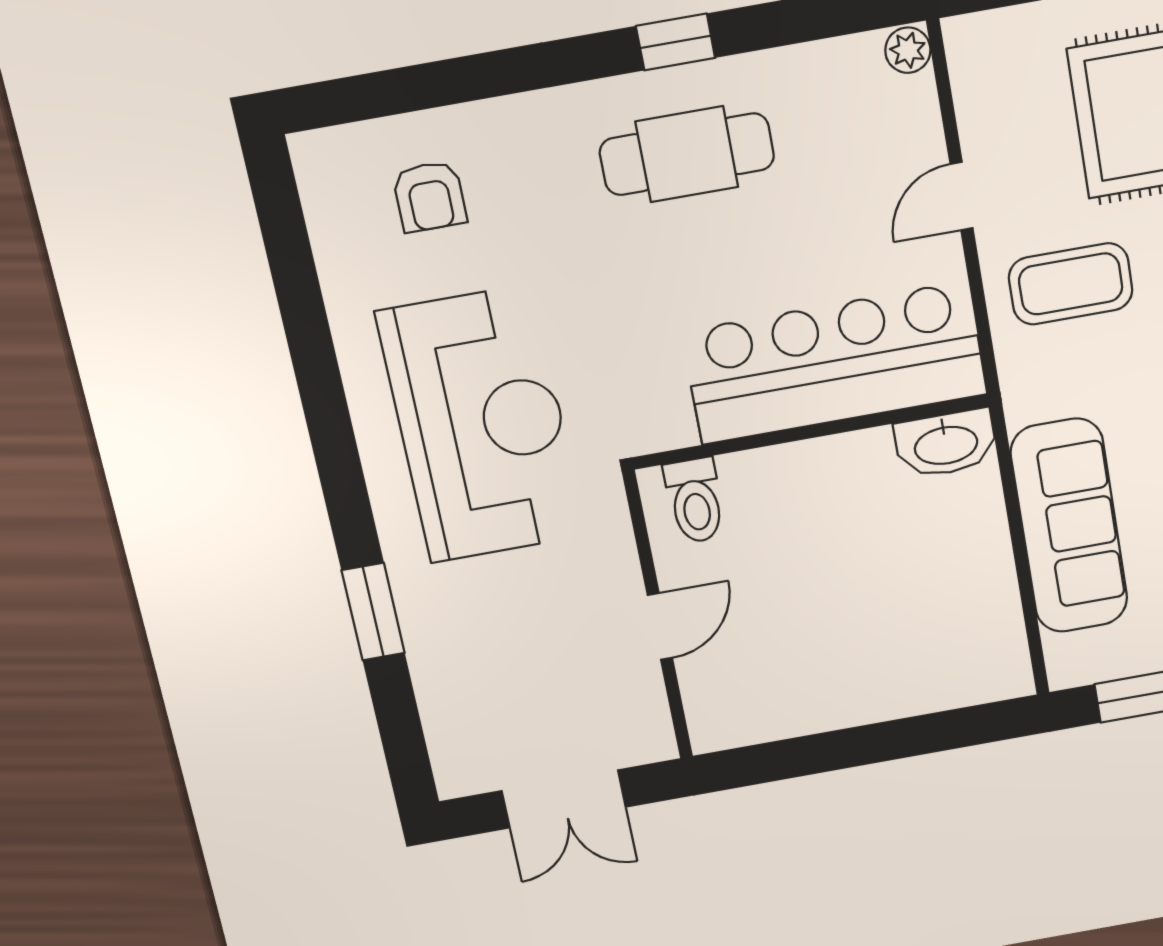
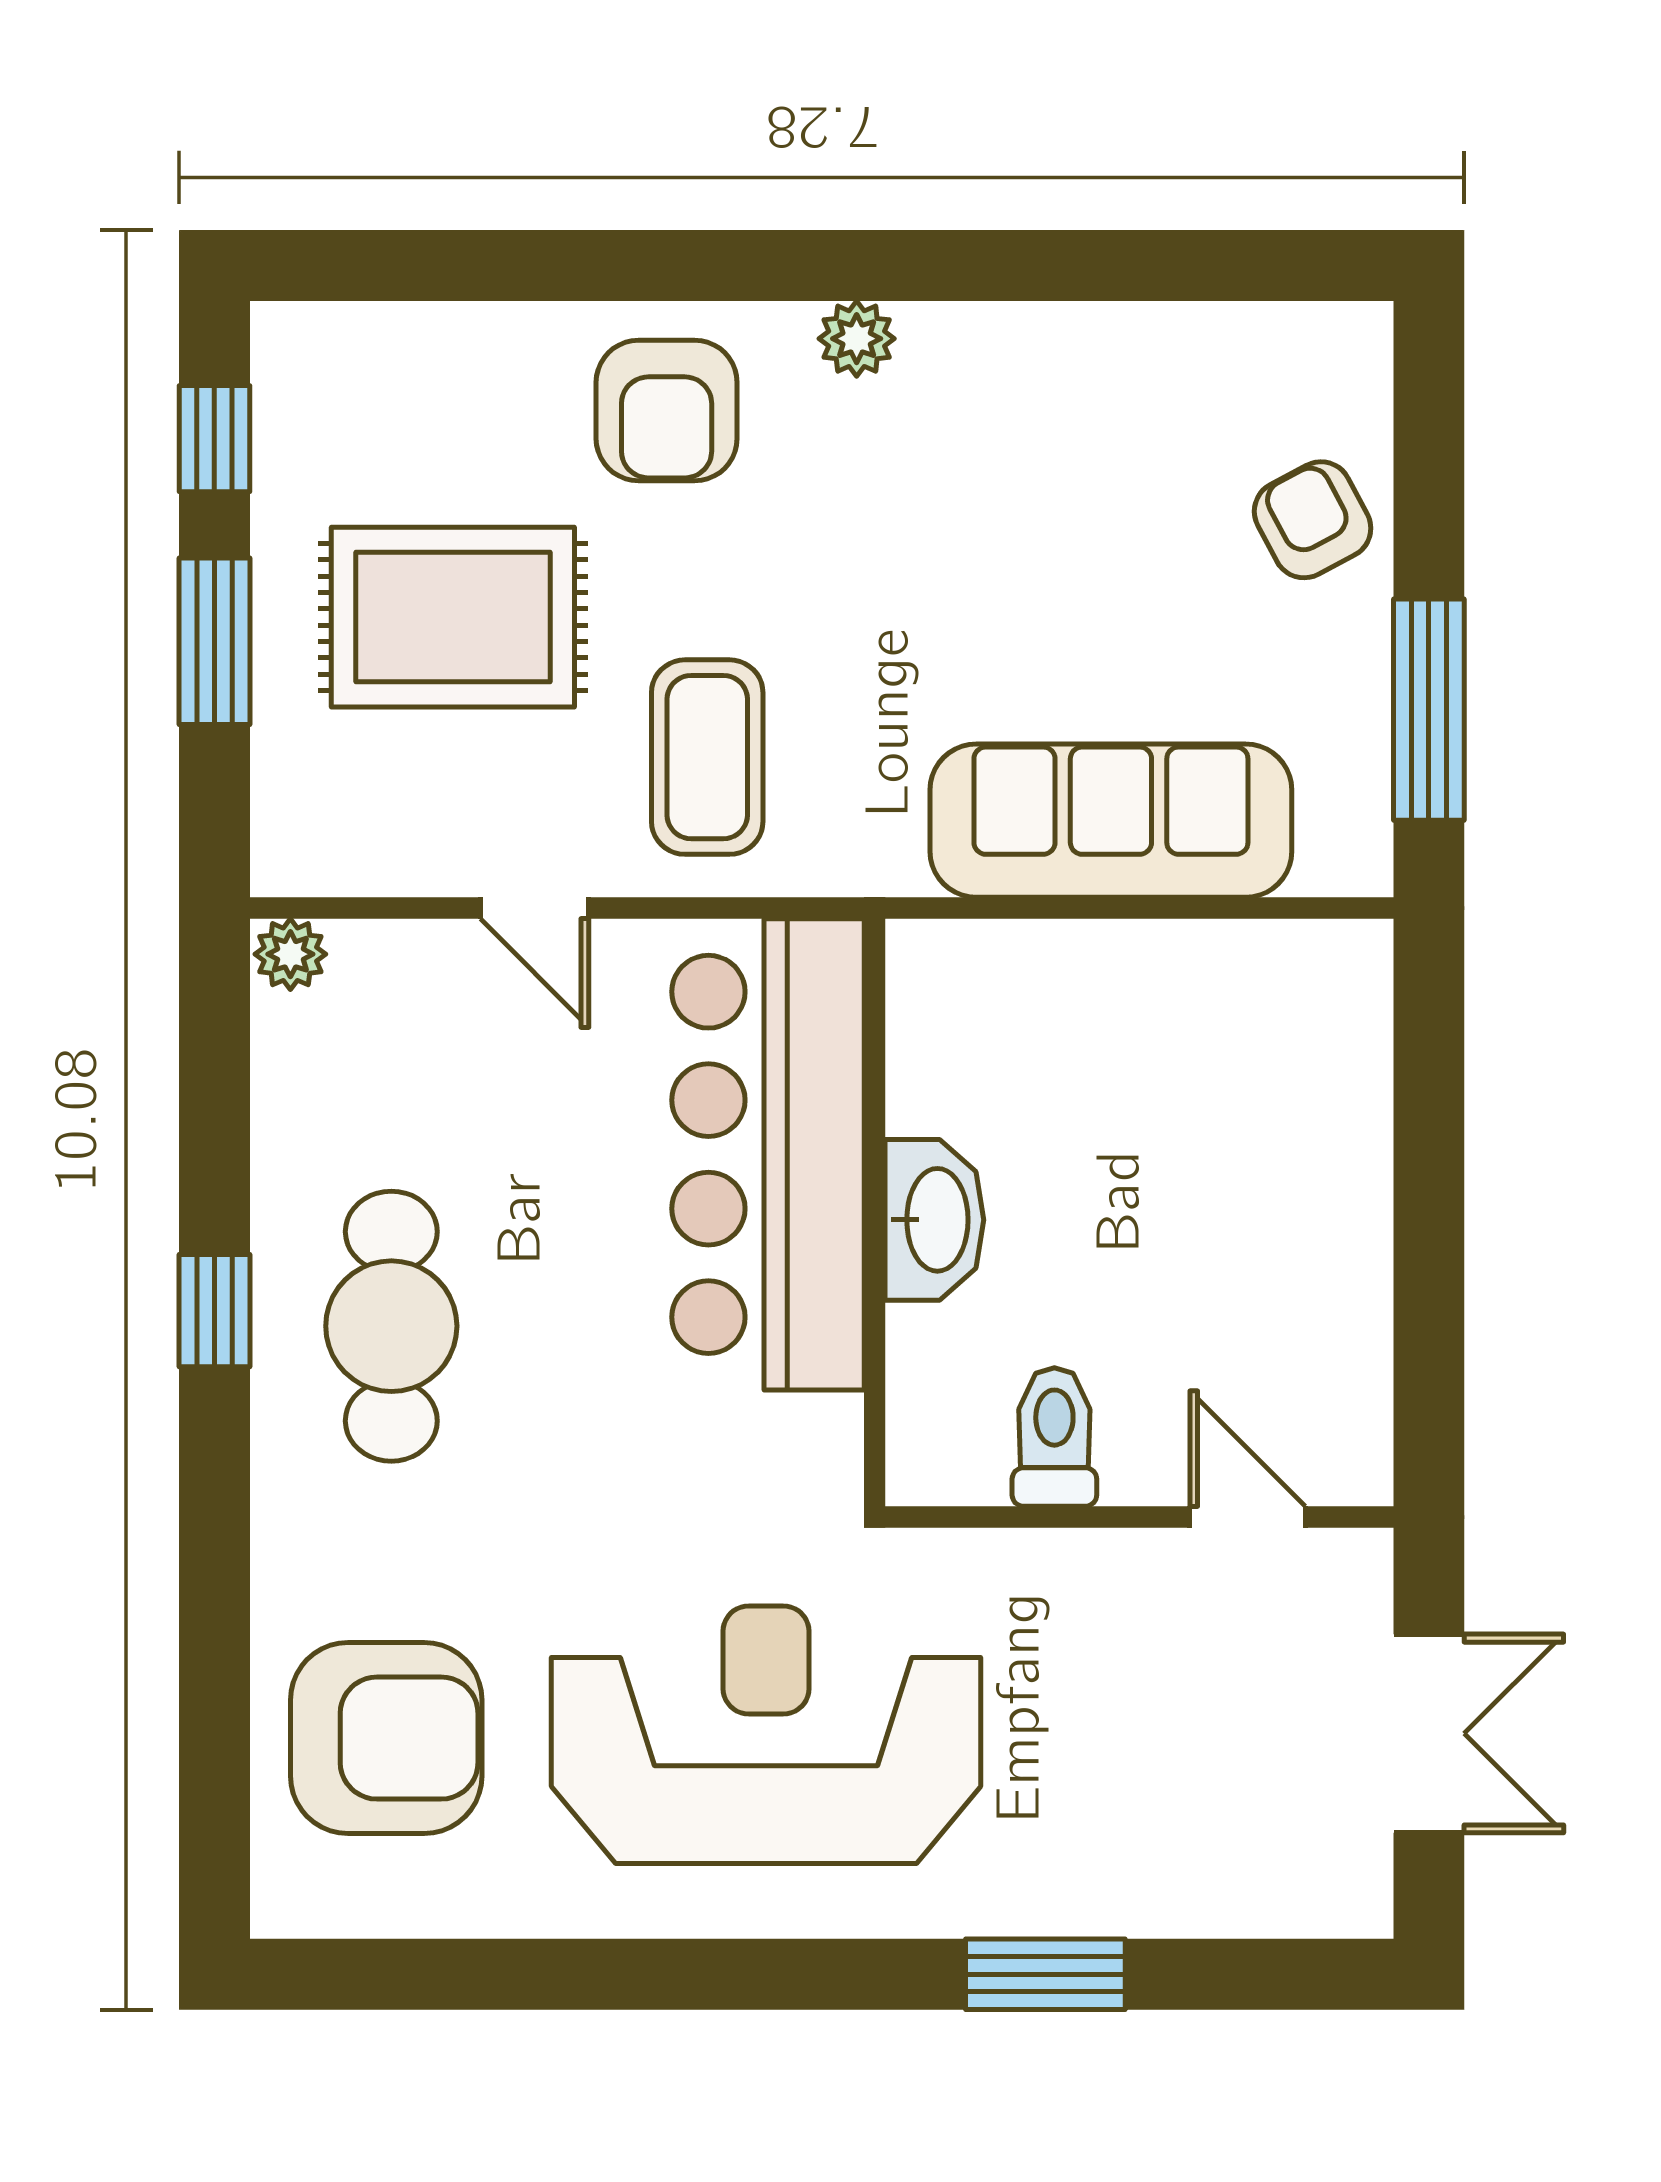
armchair: (430, 197) -> (386, 1738), width x1.88, depth x1.88
washbasin: (946, 444) -> (934, 1220), moved
toilet: (695, 501) -> (1054, 1437), moved, turned -90
door: (660, 627) -> (1248, 1517), moved

